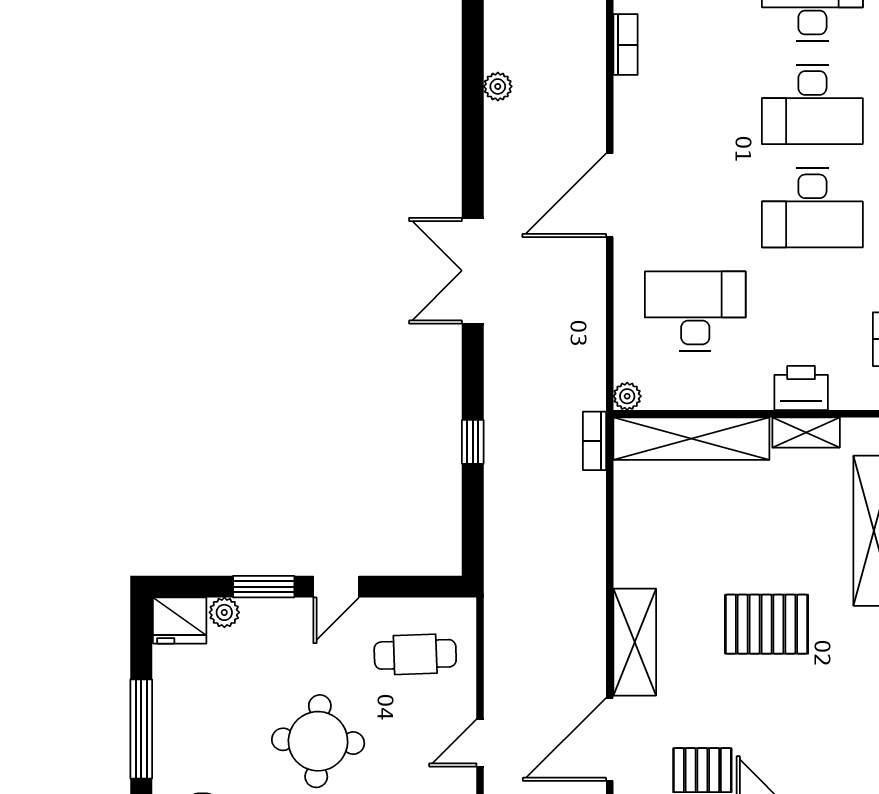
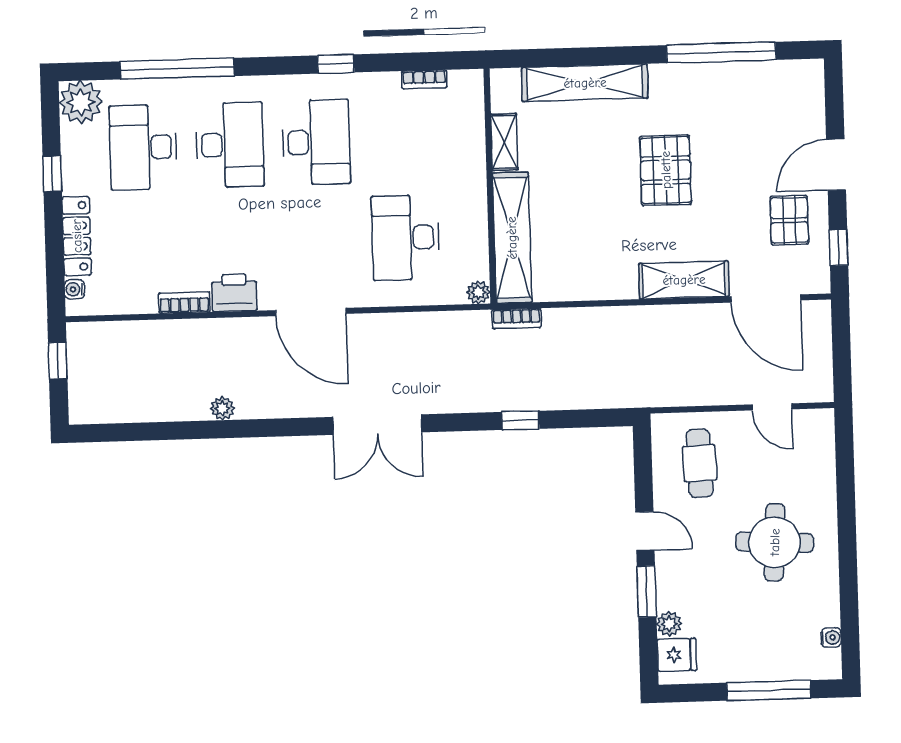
printer: (801, 388) -> (234, 293), moved, turned 90
fridge: (180, 621) -> (677, 655), width x0.72

